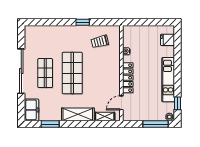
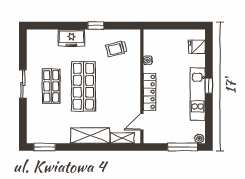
sliding door: (21, 71) -> (23, 84), width x0.54
window: (177, 103) -> (209, 86), moved
freezer: (32, 110) -> (71, 38), moved, turned 90
window: (50, 124) -> (45, 147), moved

